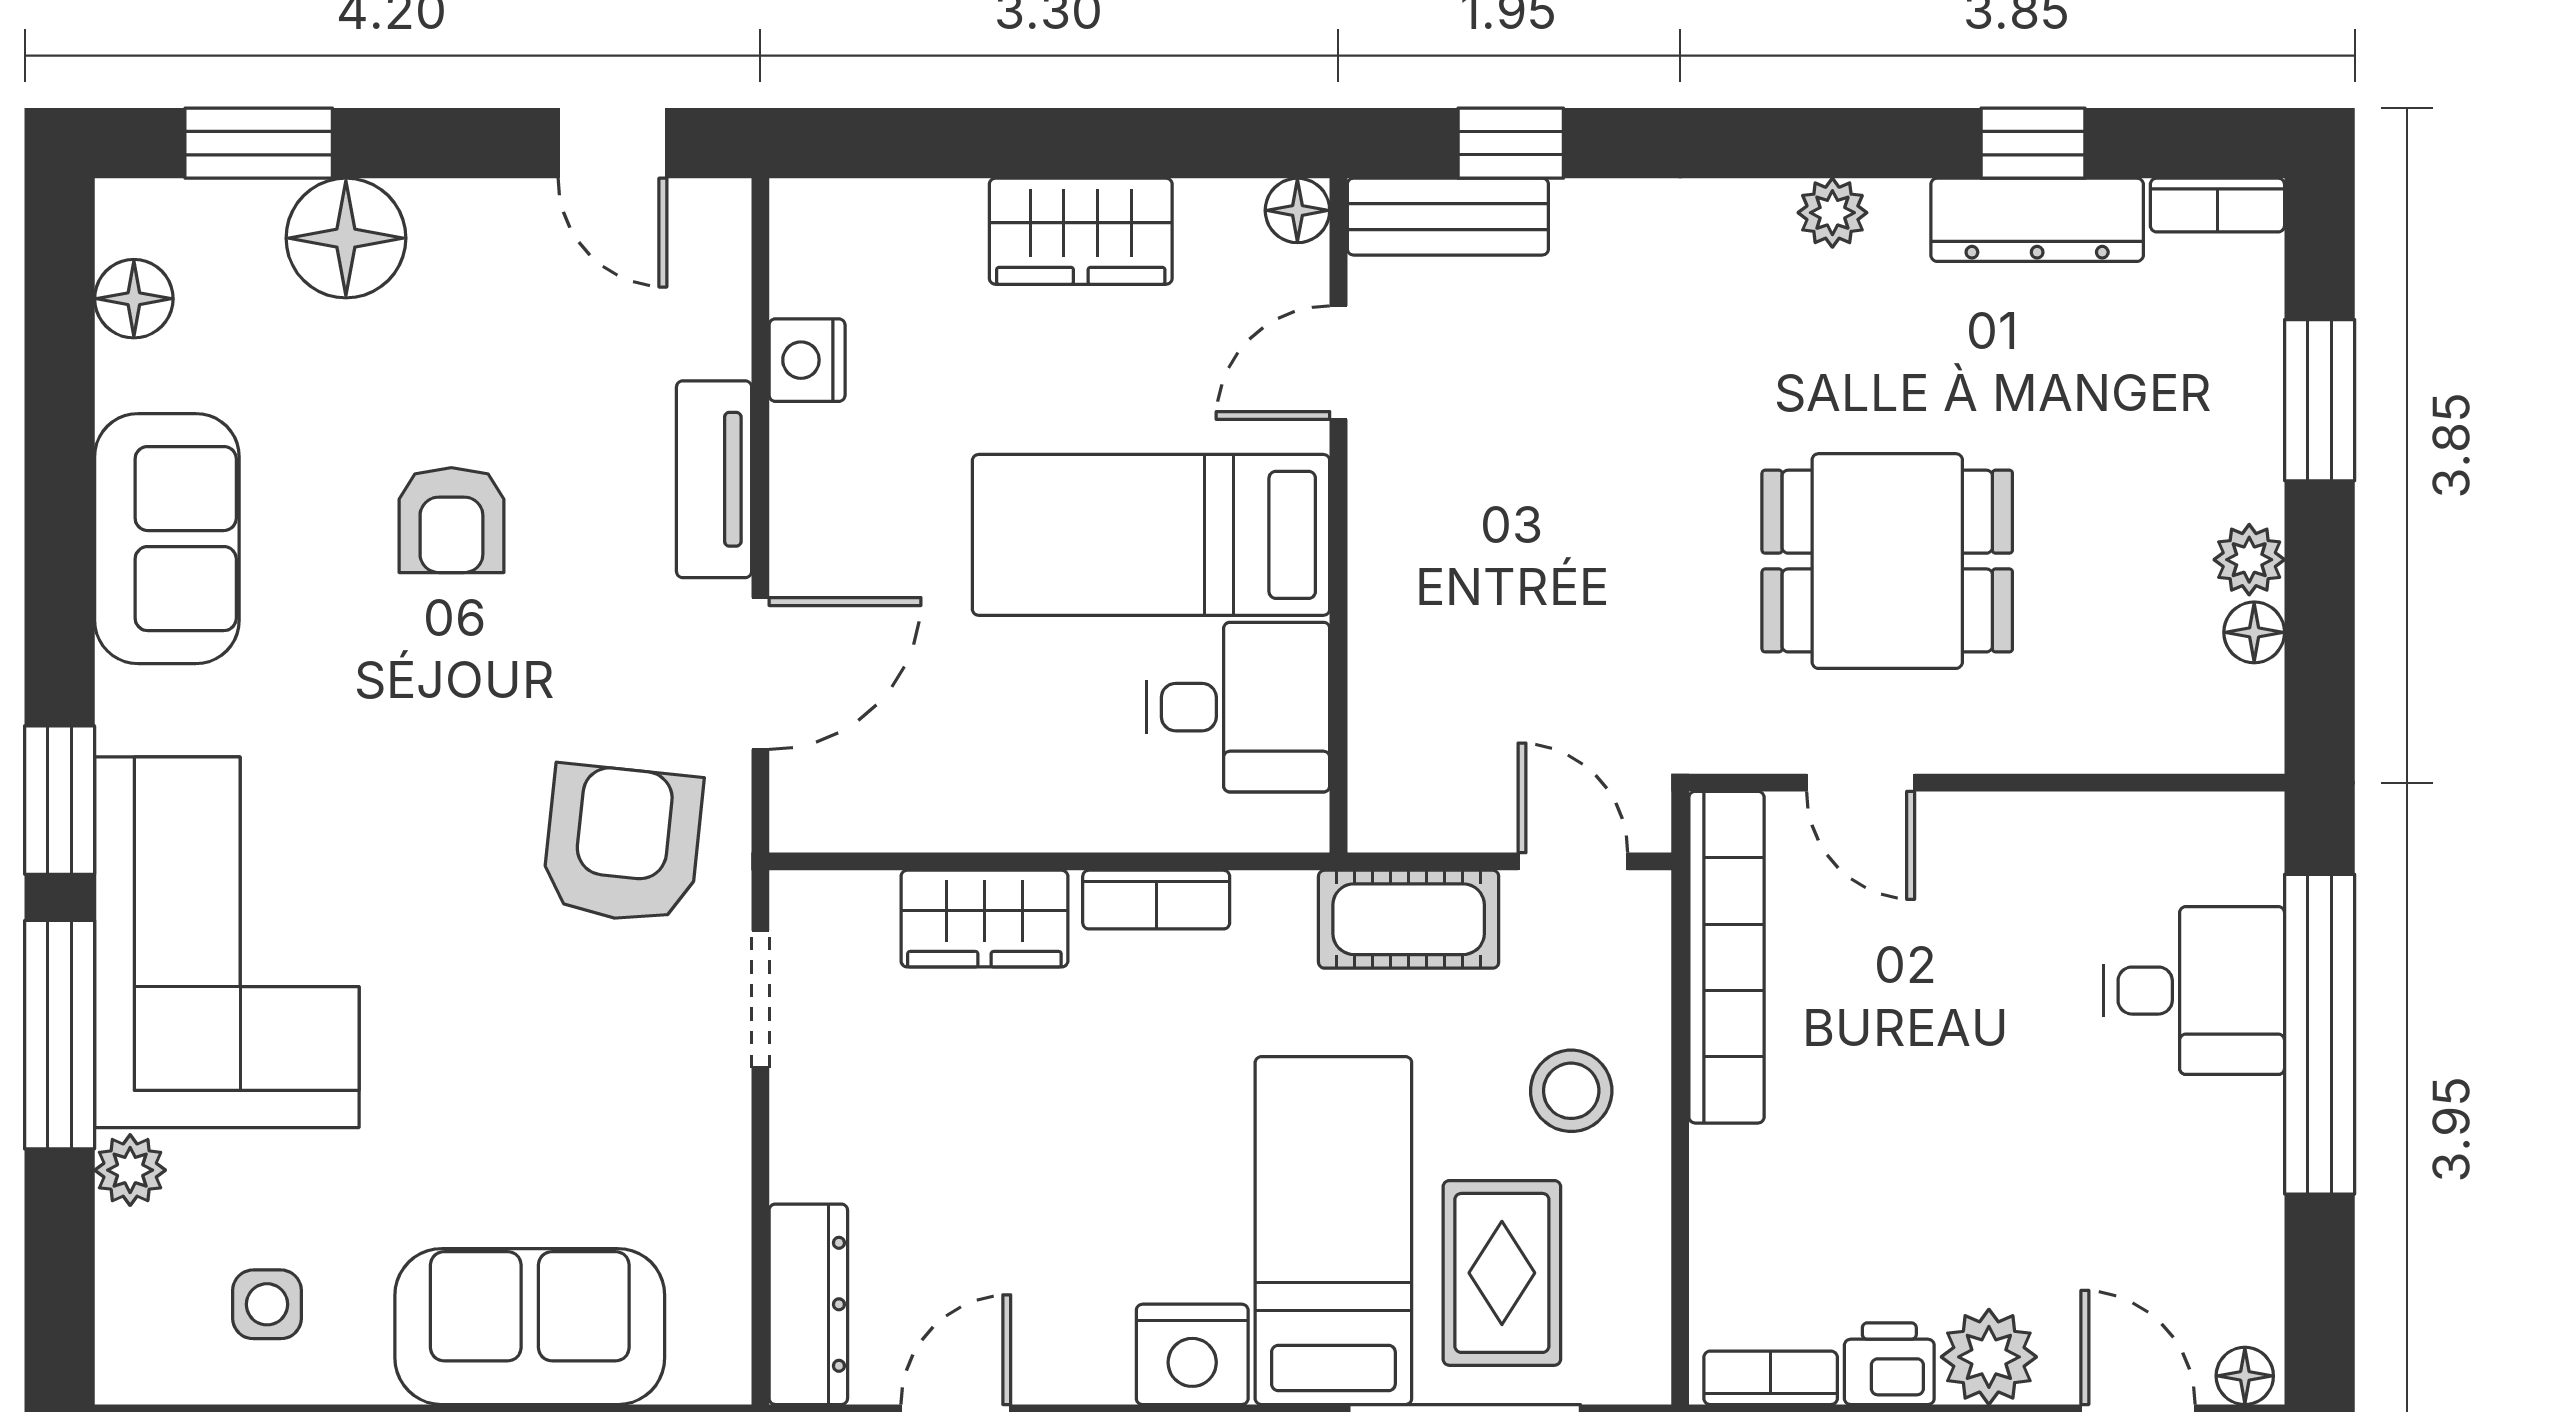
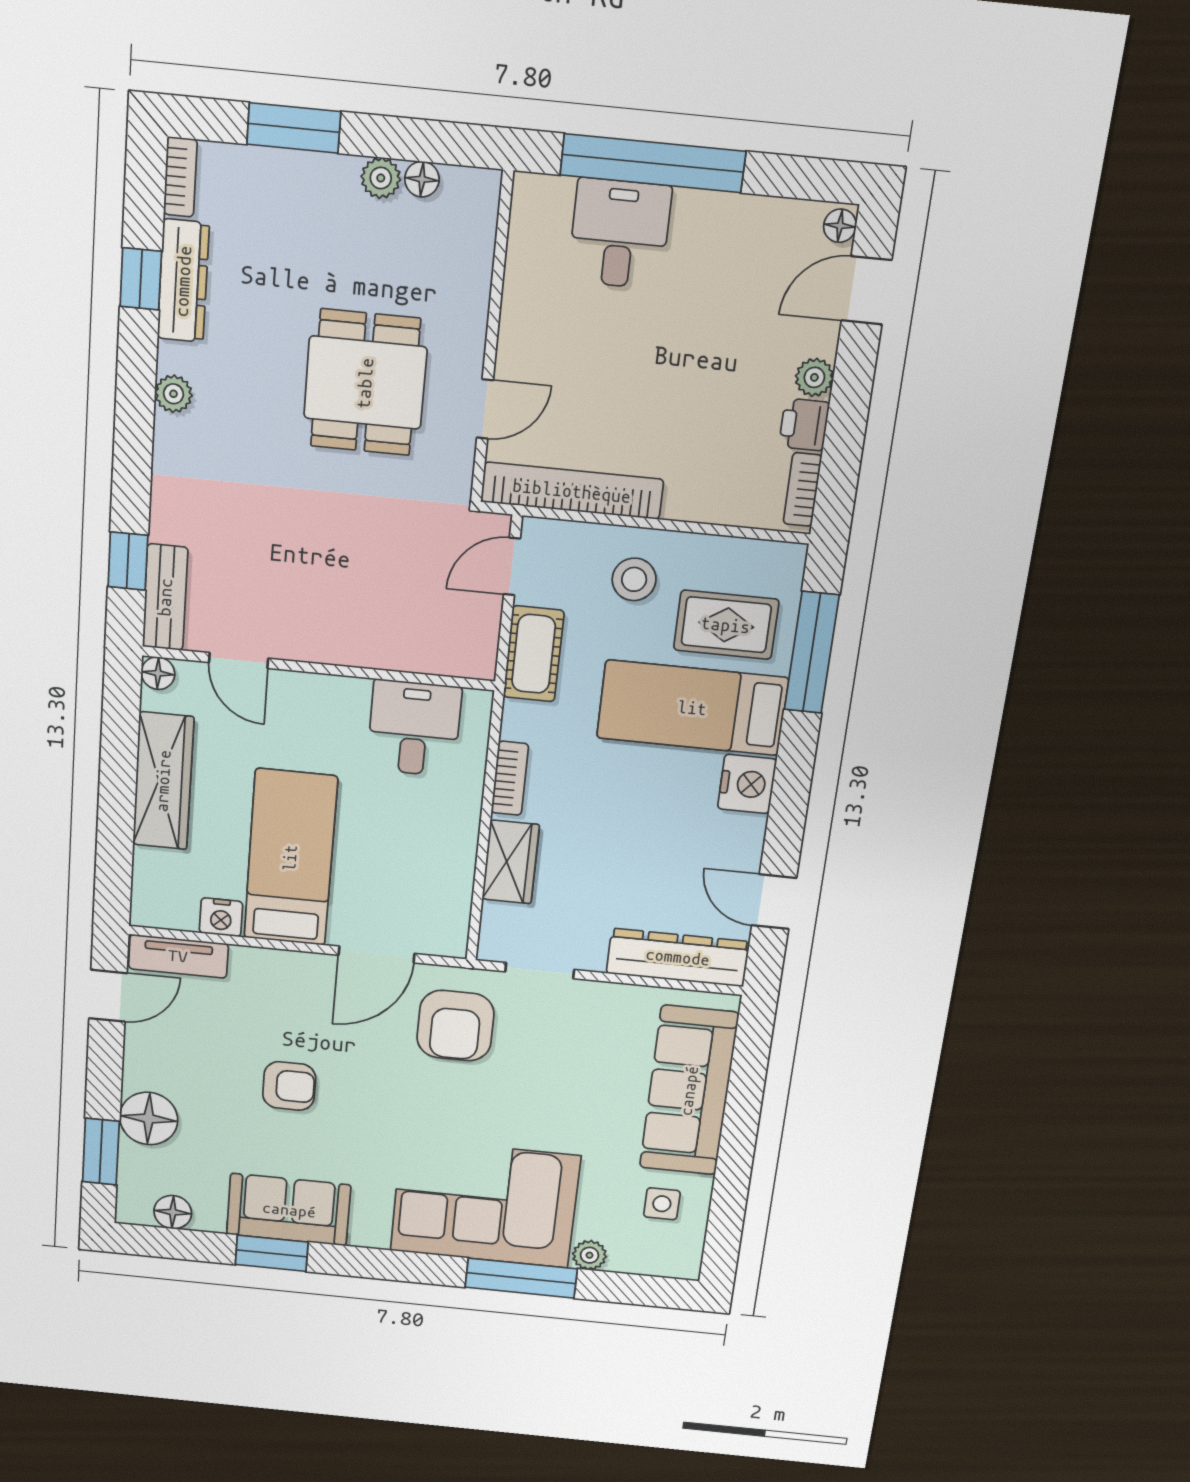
wardrobe: (1081, 231) -> (163, 781), width x1.50
tv unit: (714, 479) -> (178, 956), moved
bed: (1151, 535) -> (290, 858), moved, turned 180
door: (760, 674) -> (377, 954), swing flipped
window: (60, 800) -> (272, 1253), moved
armchair: (622, 844) -> (455, 1026), turned -96
dresser: (808, 1304) -> (678, 957), width x1.37, depth x1.24
sofa: (530, 1327) -> (689, 1091), width x1.36
plant: (1989, 1357) -> (814, 377), width x0.73, depth x0.73

